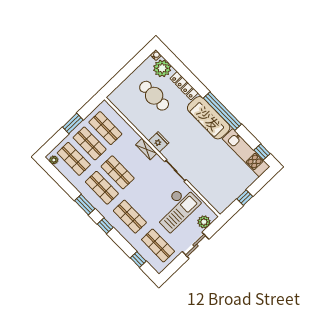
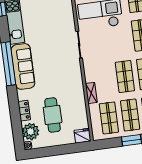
locker: (184, 86) -> (24, 111), width x0.66
fridge: (159, 142) -> (82, 136), moved, turned 90
shelving: (146, 149) -> (91, 93), moved

